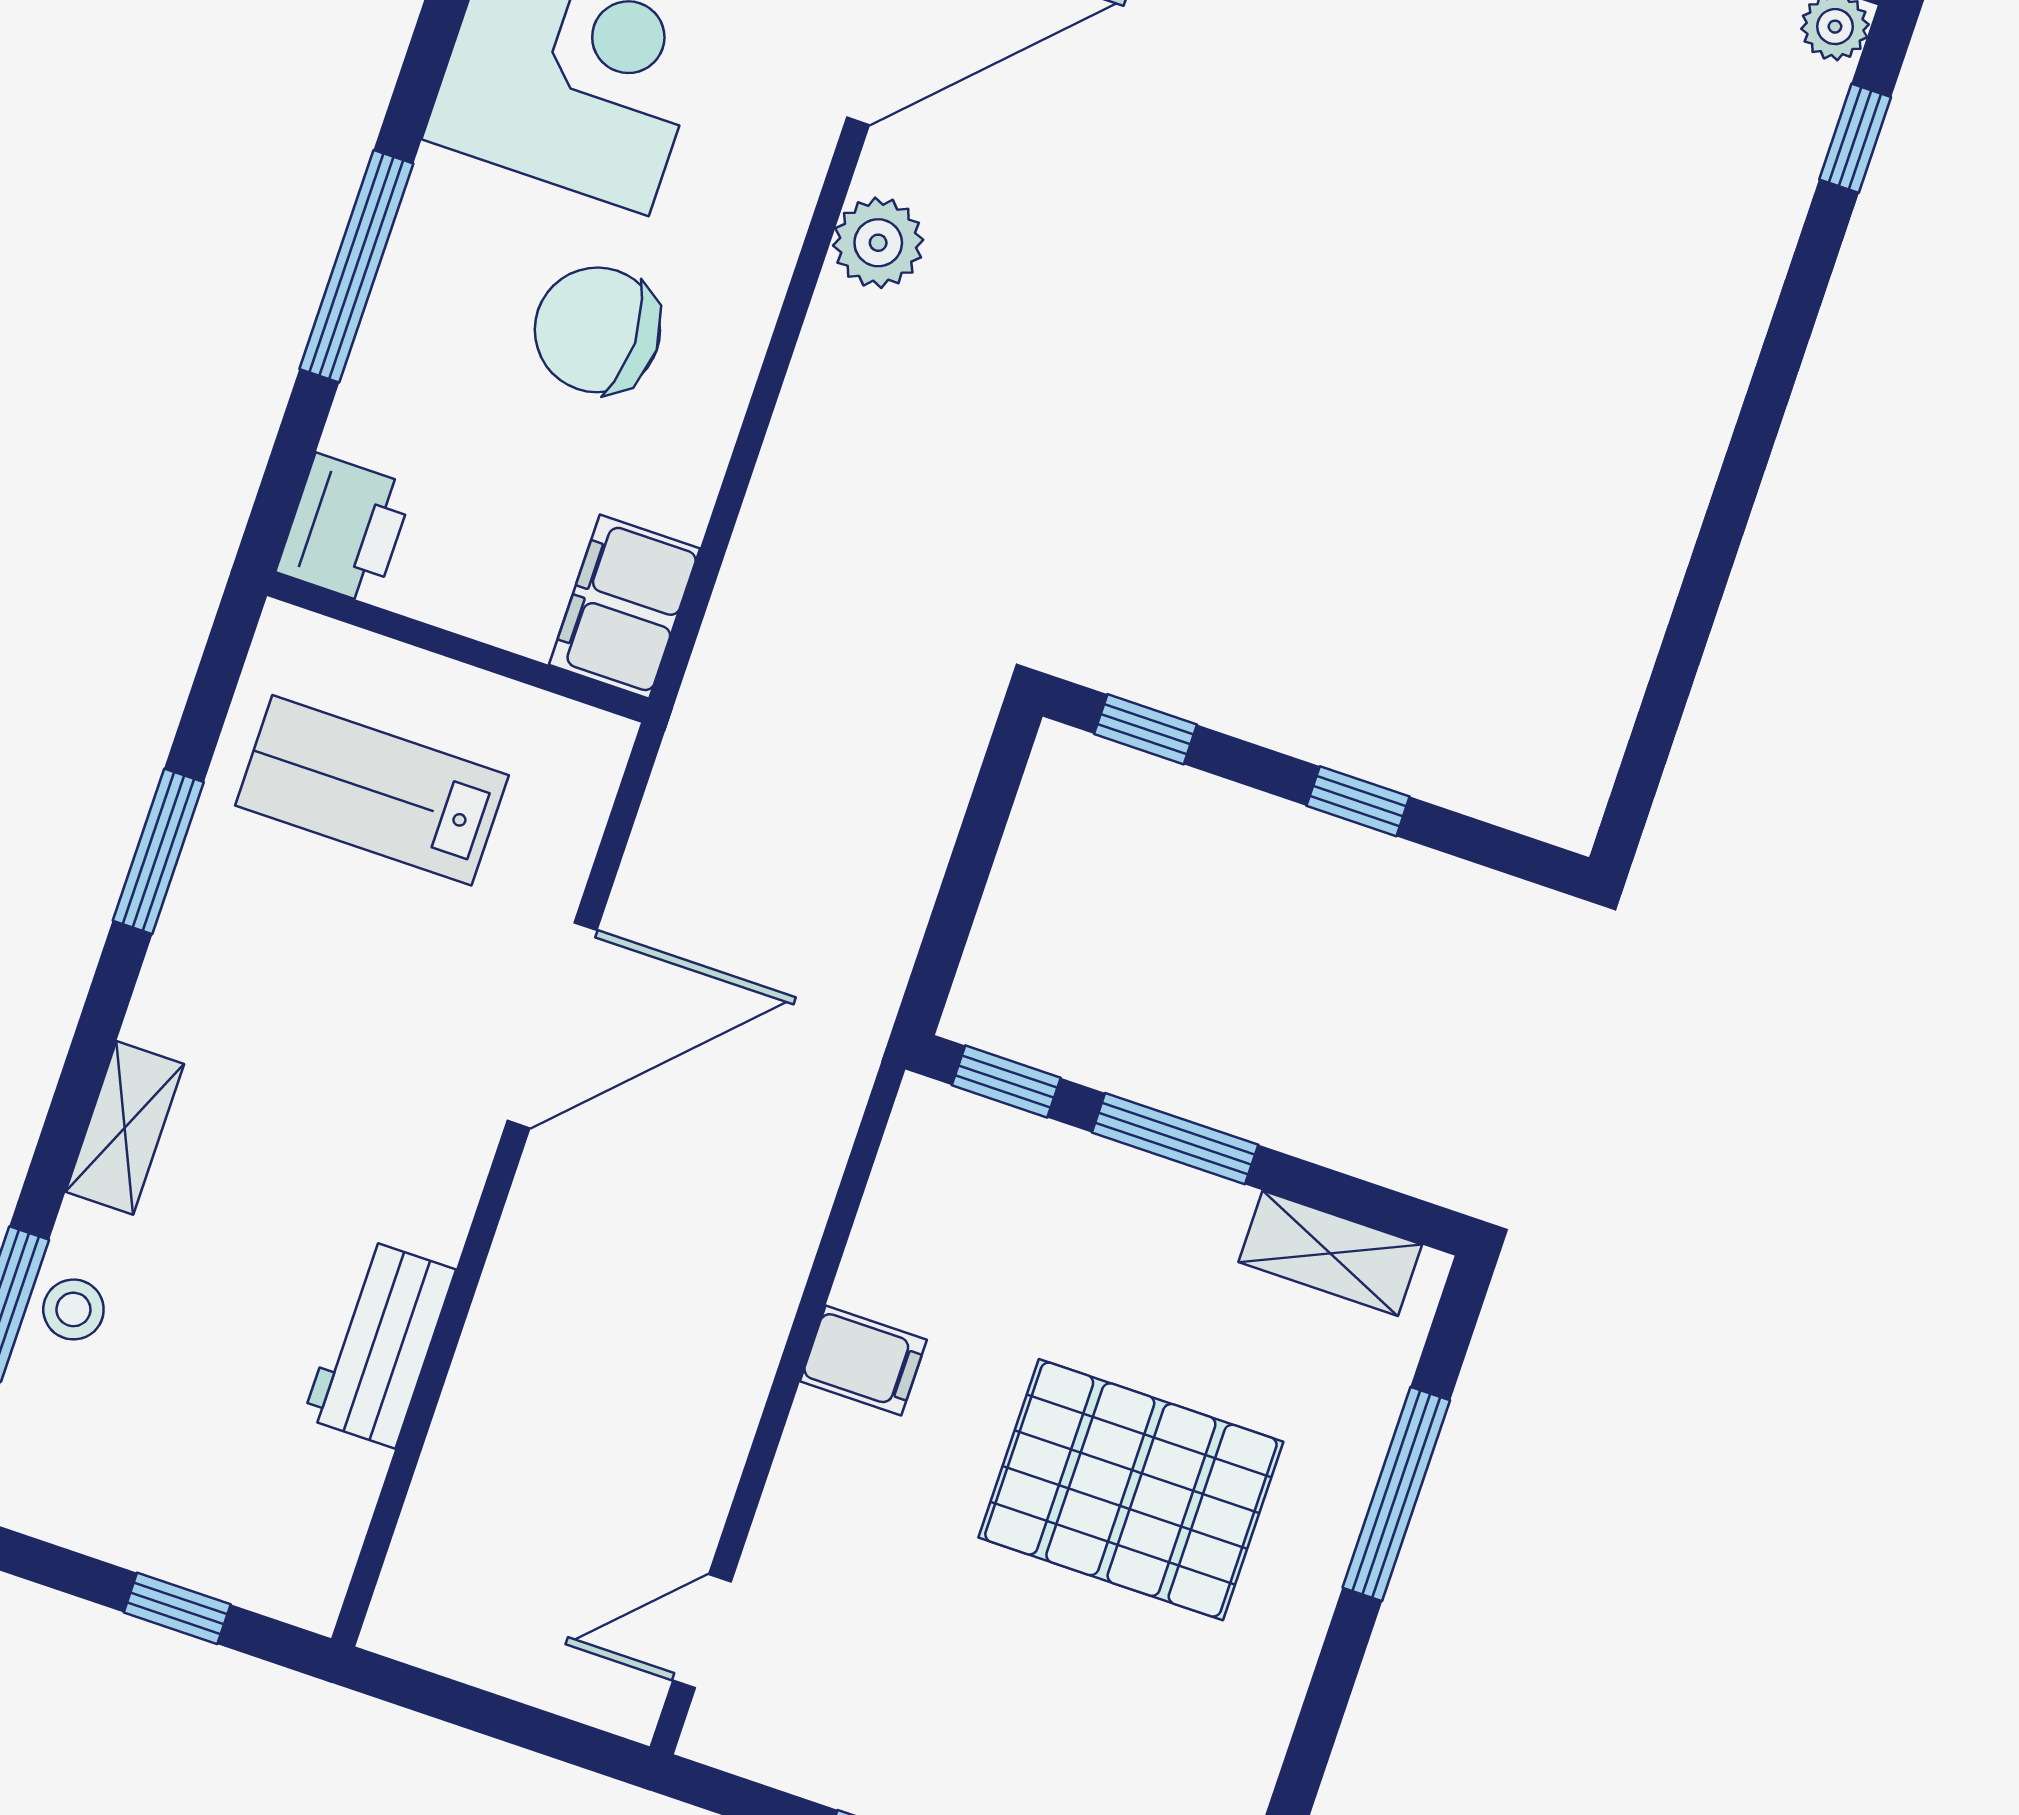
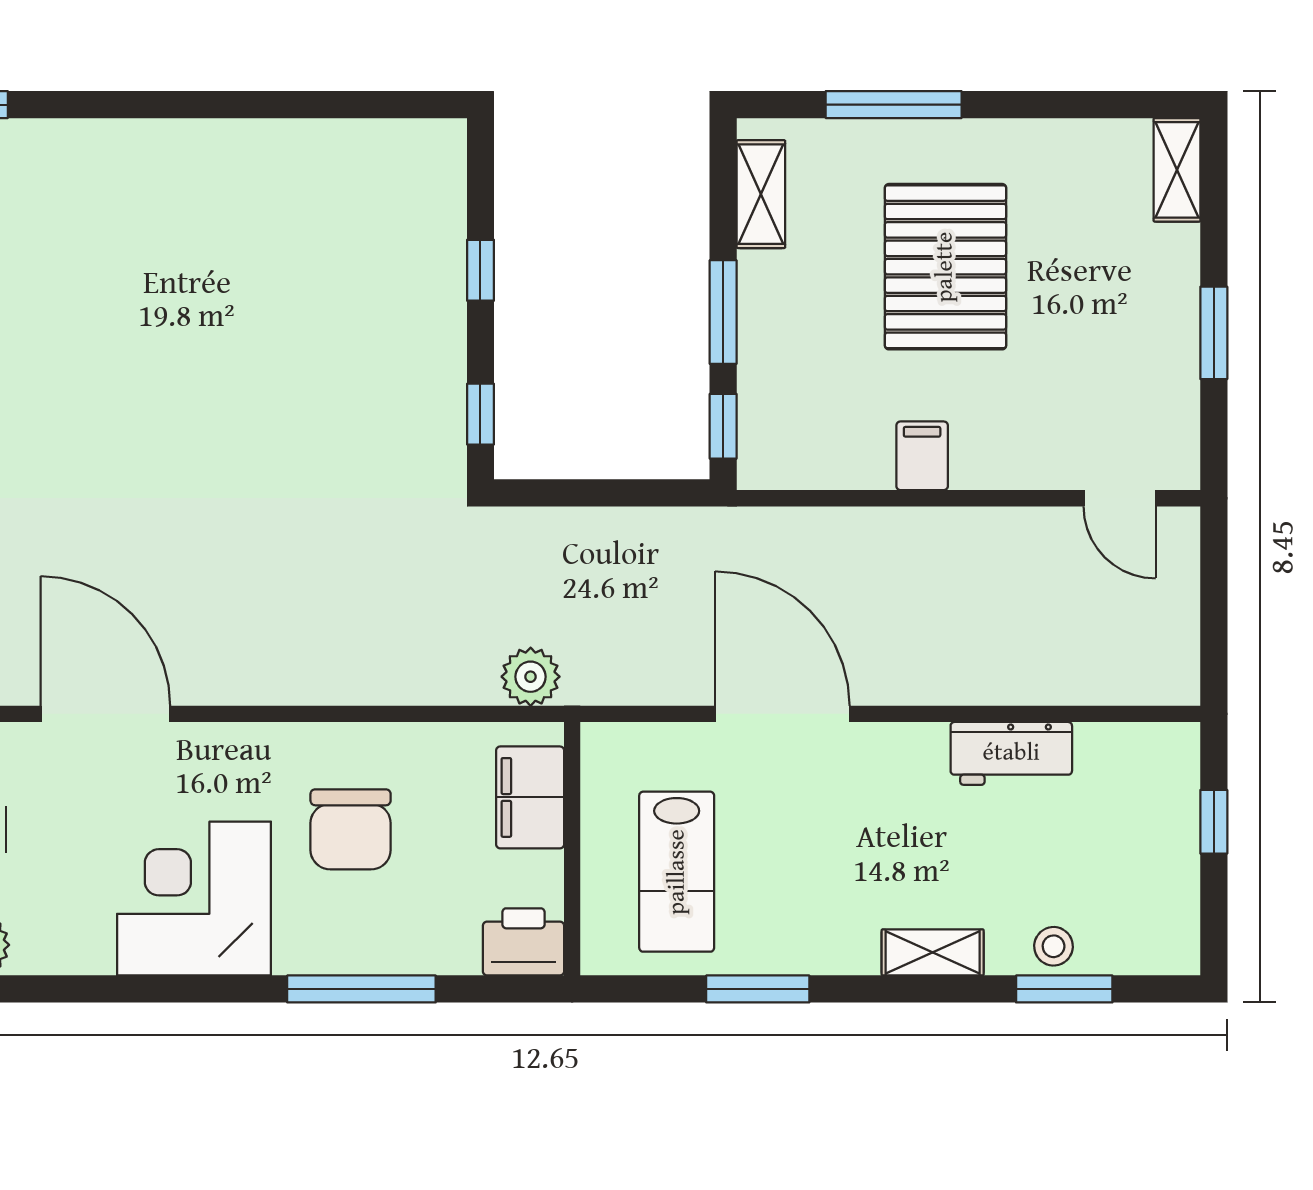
plant: (878, 243) -> (531, 677), moved
filing cabinet: (625, 607) -> (530, 797), moved, turned 90

